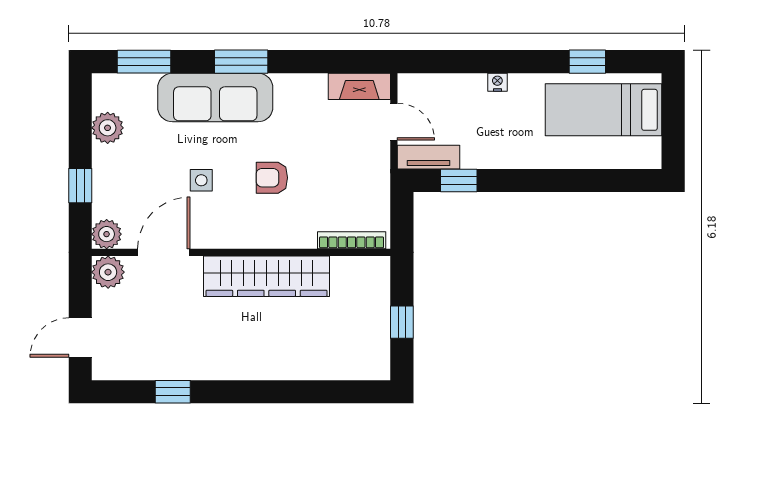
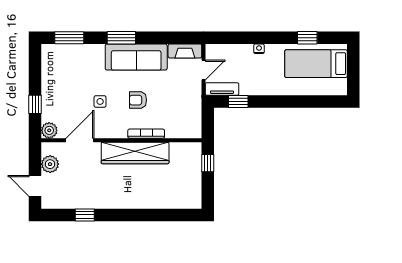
sofa: (215, 97) -> (136, 57), moved
door: (394, 122) -> (203, 70), hinge flipped
plant: (108, 128) -> (50, 73), removed
bookcase: (352, 240) -> (146, 134), moved
plant: (108, 272) -> (50, 164), moved
window: (402, 322) -> (208, 163), moved
door: (80, 338) -> (35, 186), hinge flipped

